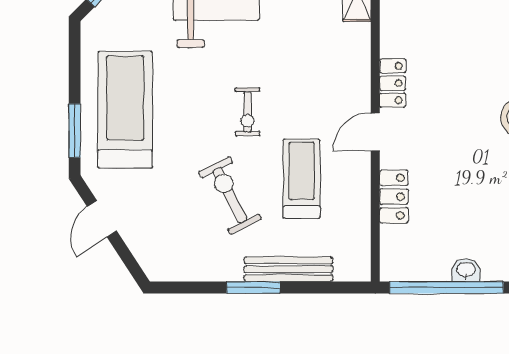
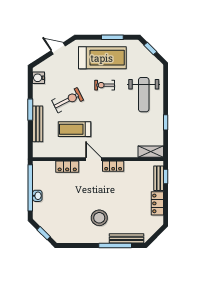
exercise bike: (247, 112) -> (105, 85), moved
window: (75, 131) -> (112, 37), moved
treadmill: (302, 179) -> (74, 129), turned 180
water cooler: (175, 267) -> (39, 78), added

